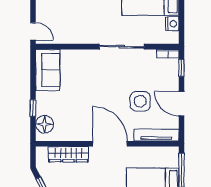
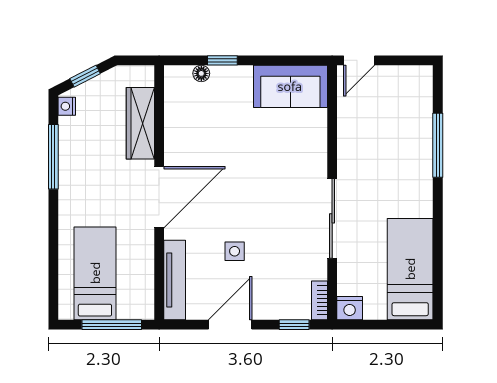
nightstand: (172, 24) -> (350, 308), moved
side table: (140, 101) -> (235, 251), width x0.54, depth x0.54
floor lamp: (45, 124) -> (201, 73), width x0.53, depth x0.53

